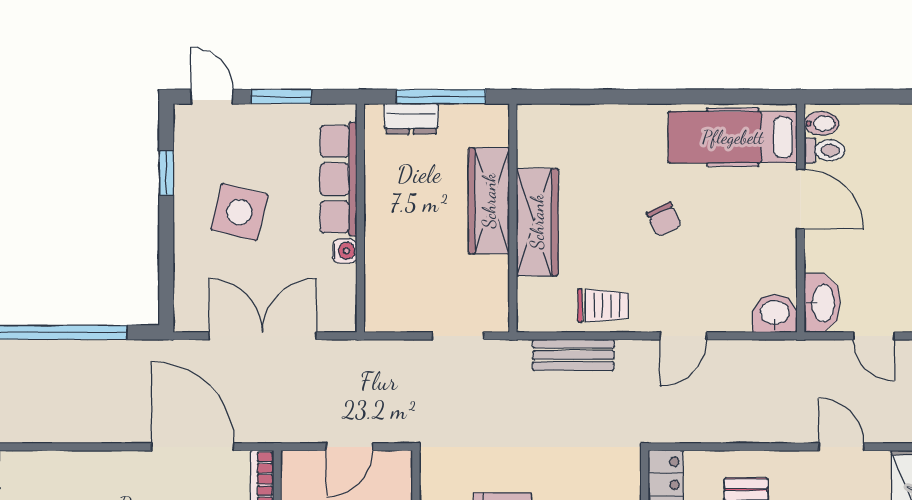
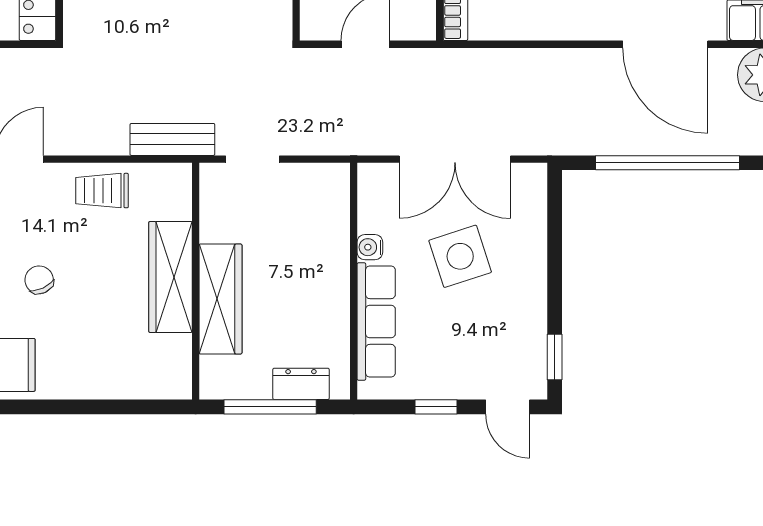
window: (281, 97) -> (436, 407), width x0.67
window: (166, 173) -> (555, 357), moved
side table: (239, 212) -> (460, 256), moved, turned -32
bench: (573, 355) -> (172, 139), moved
door: (193, 447) -> (665, 44), moved

